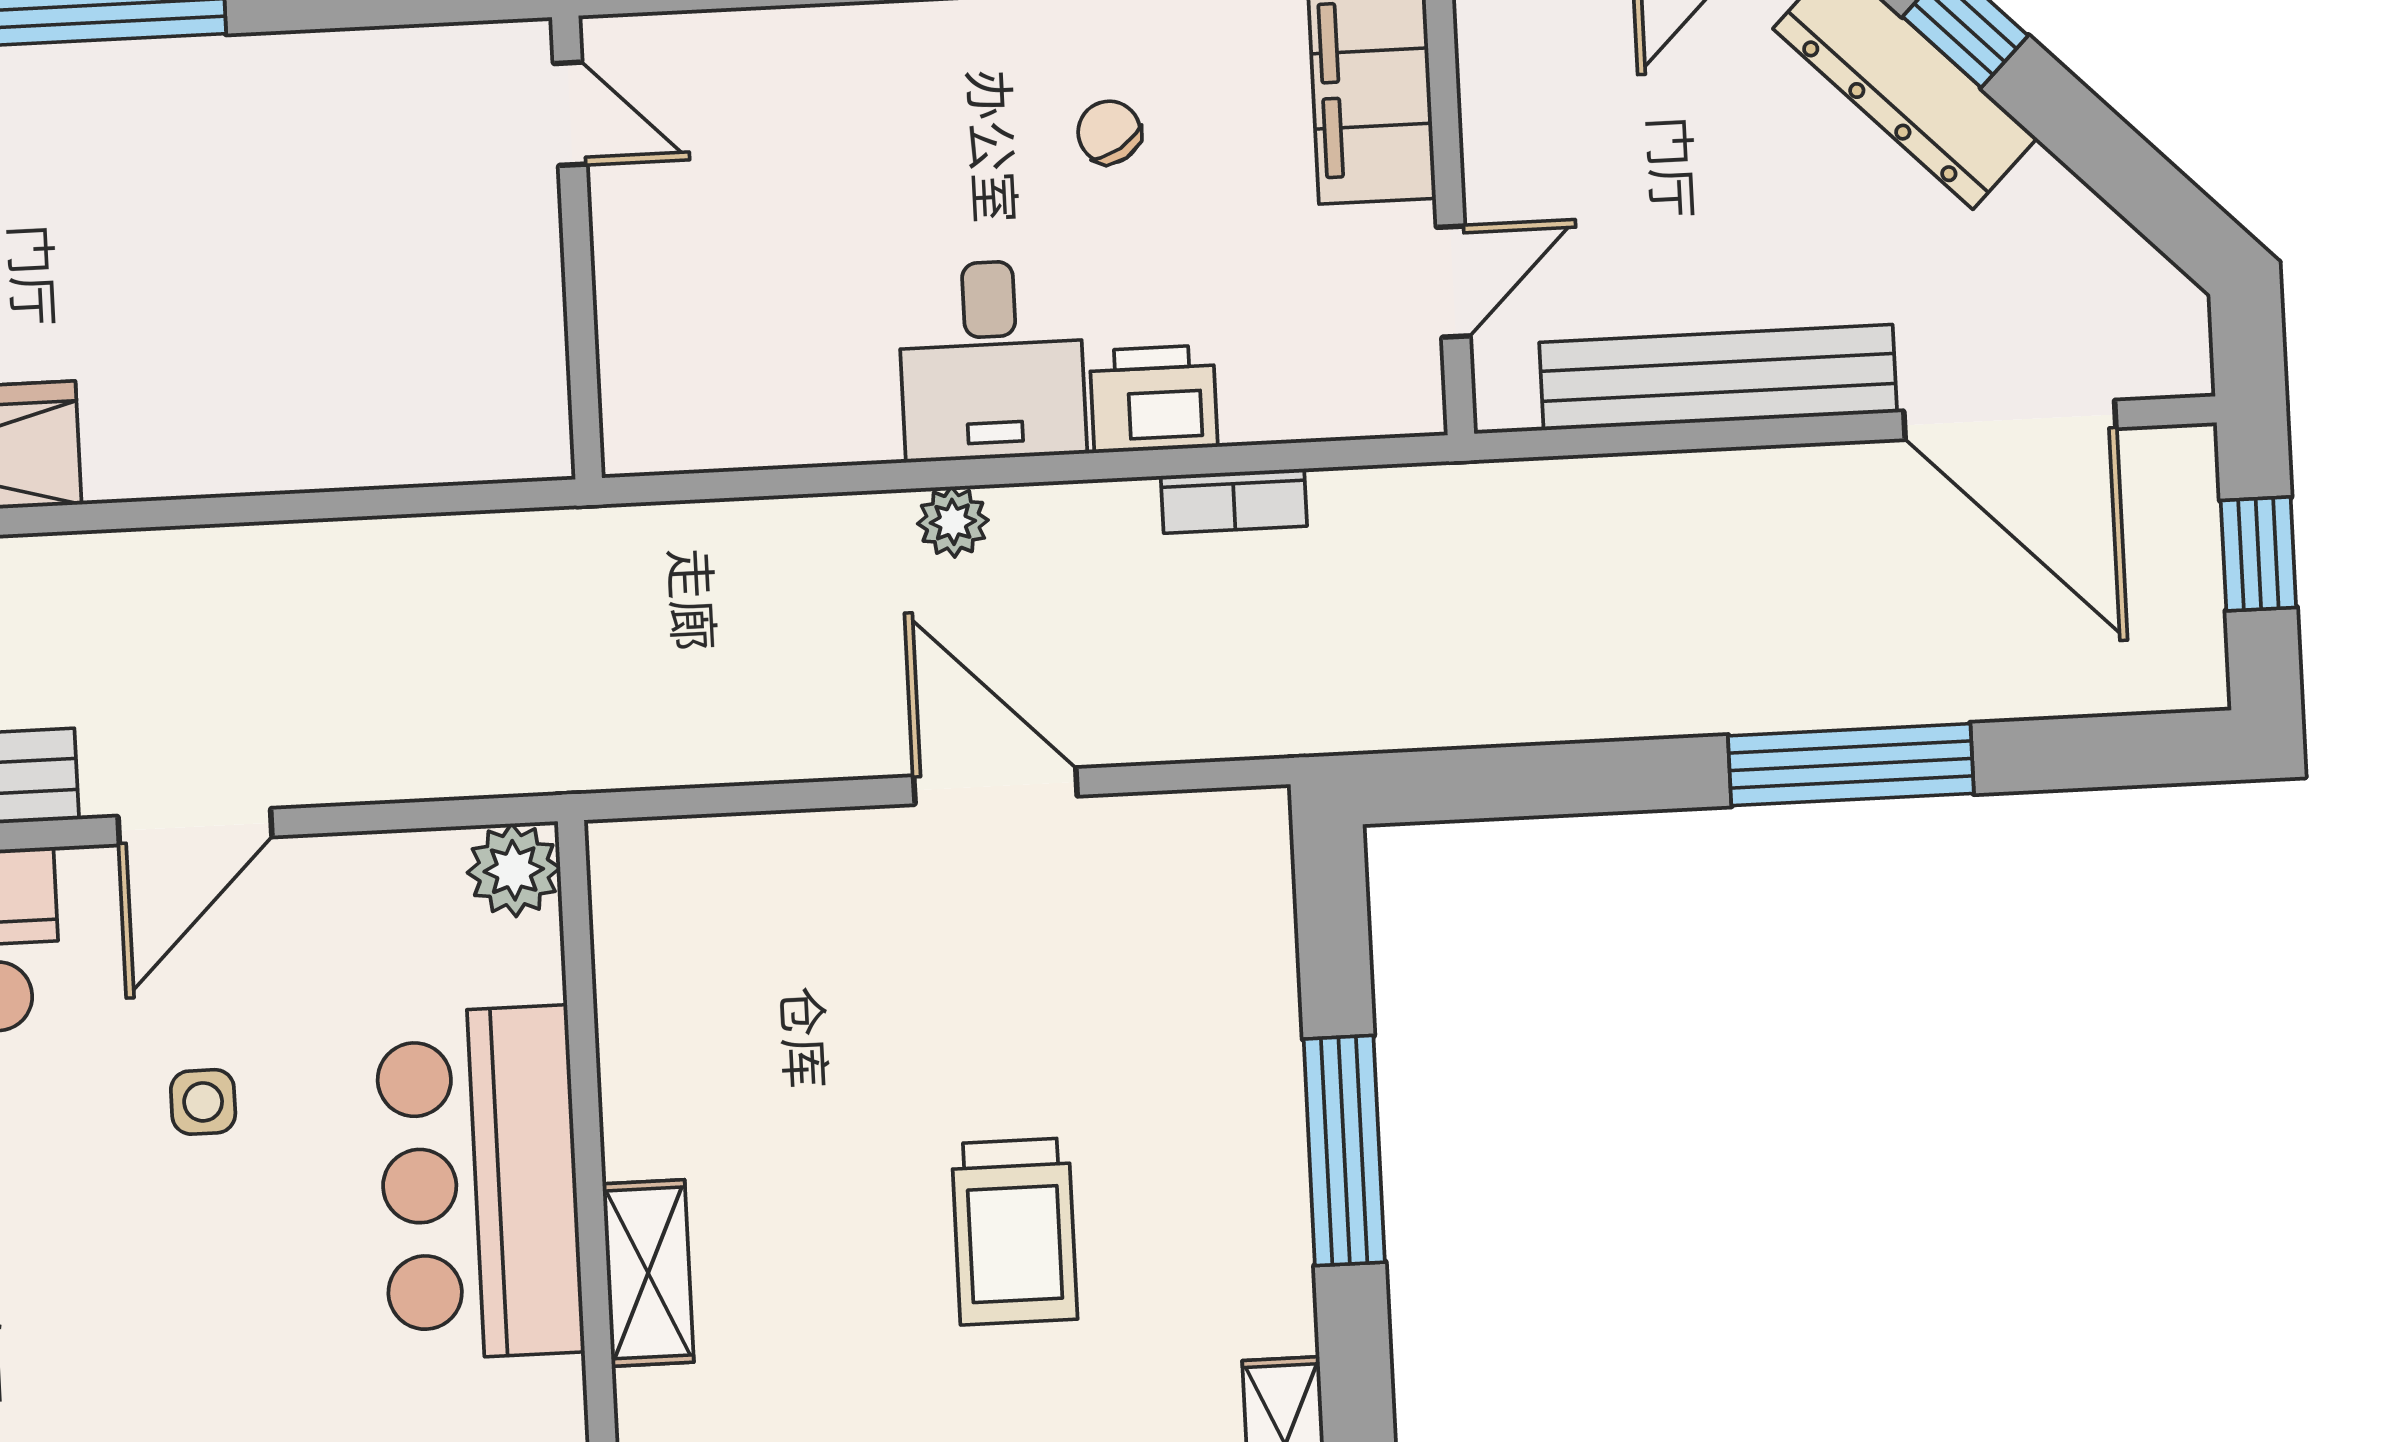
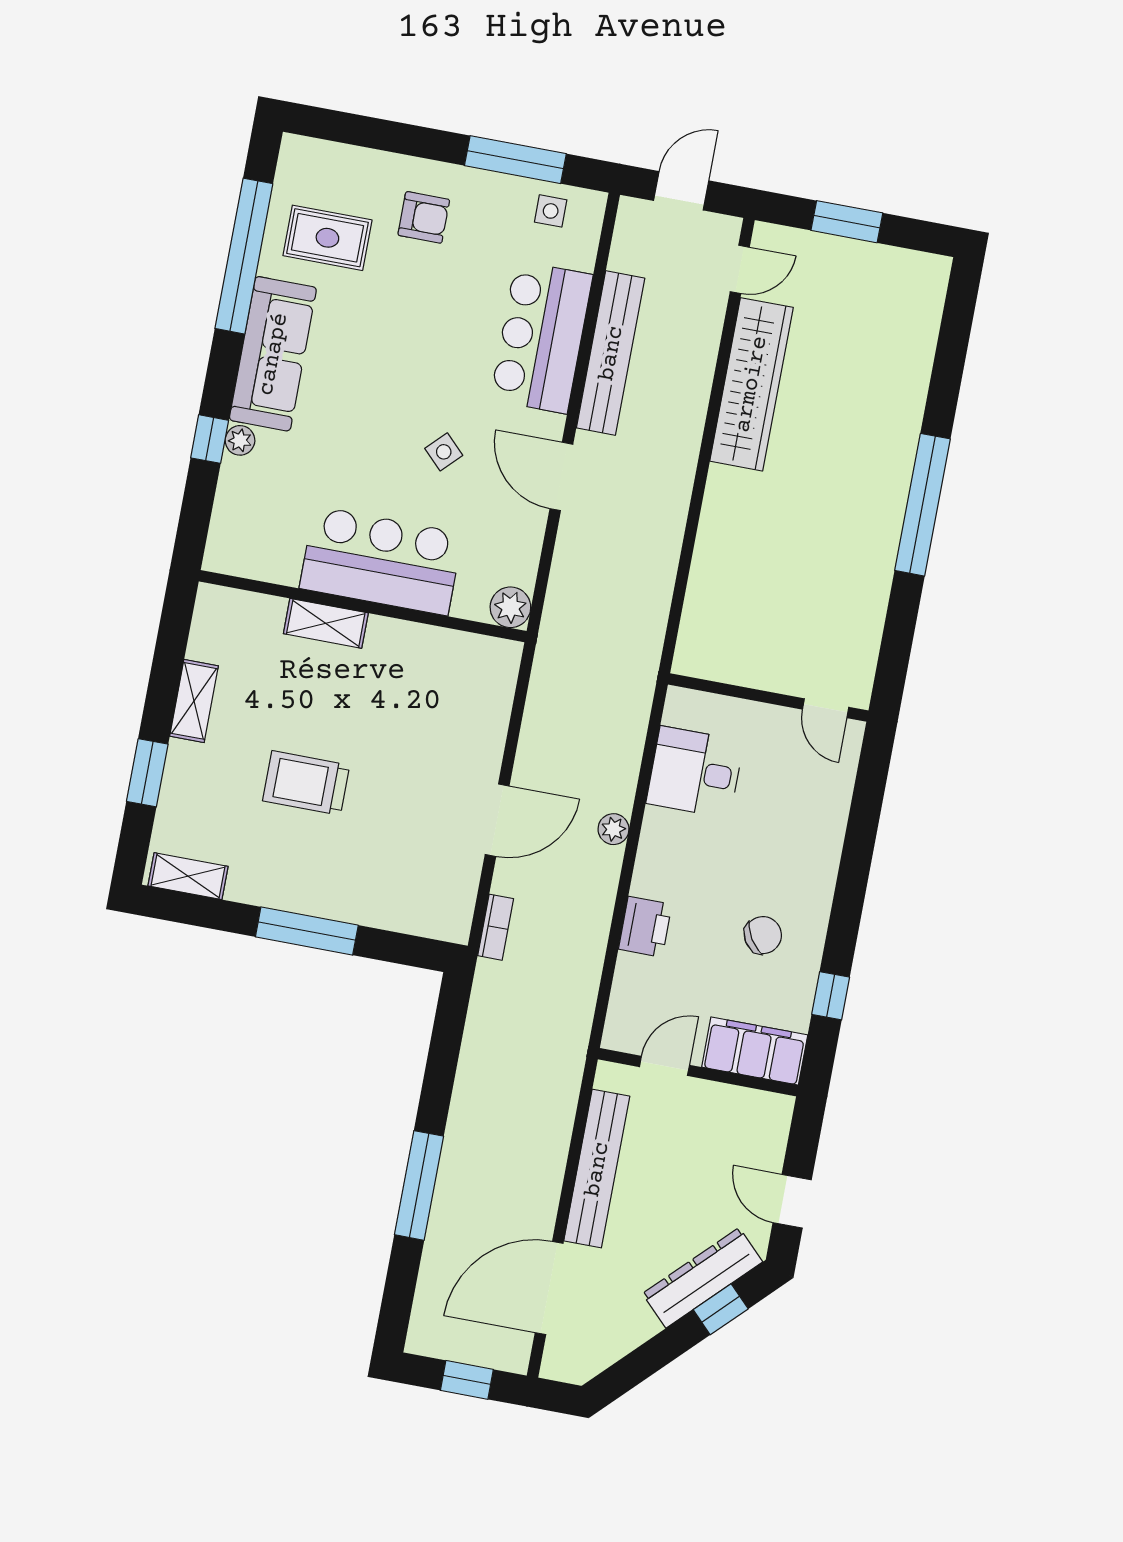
door: (570, 114) -> (826, 708), hinge flipped
chair: (1109, 132) -> (763, 935), width x1.37, depth x1.37
door: (1453, 282) -> (664, 1066), swing flipped
desk: (992, 360) -> (695, 772), moved
bookcase: (1234, 501) -> (496, 927), moved, turned 180
side table: (203, 1102) -> (444, 452), turned 45

